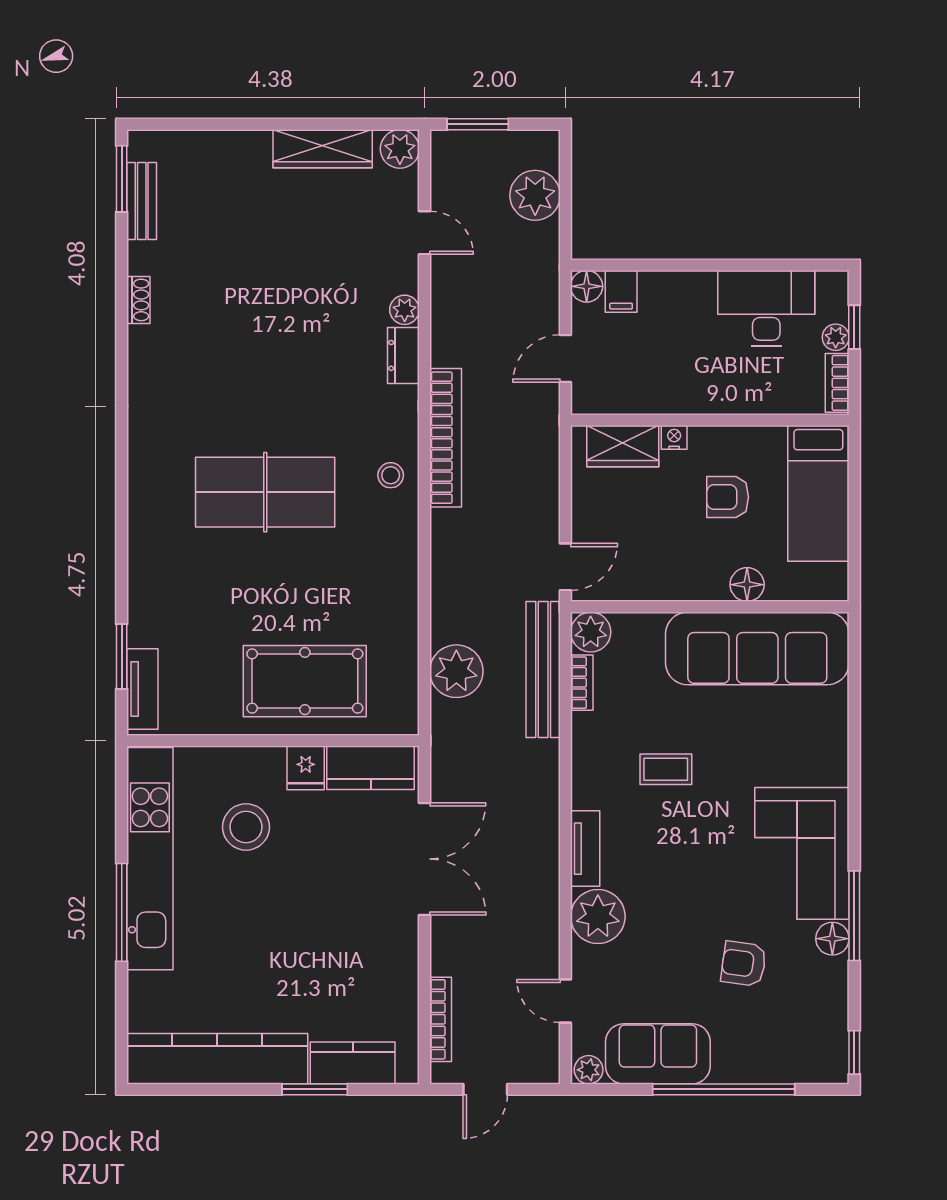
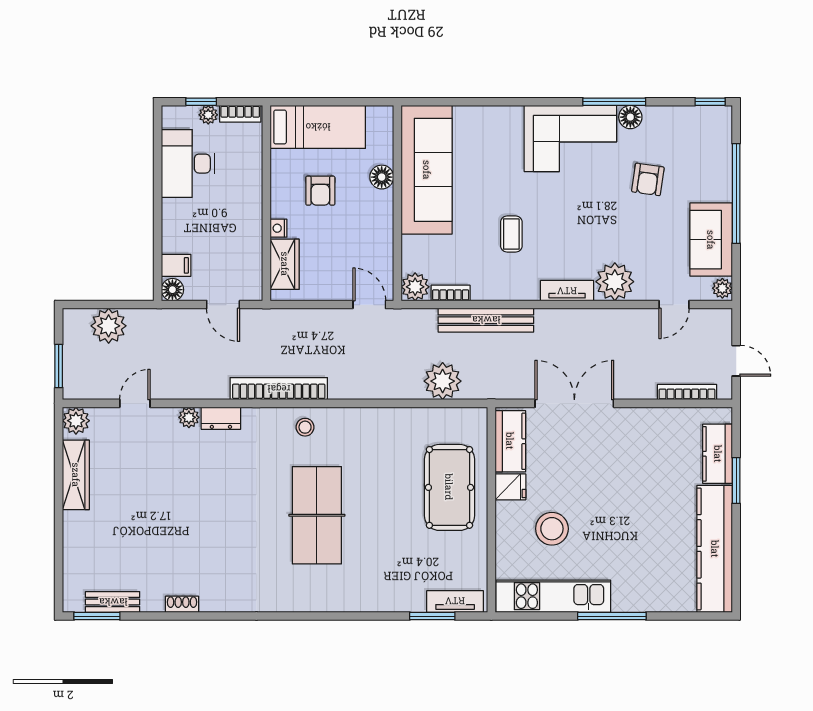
bench: (543, 669) -> (486, 320), moved
kitchen unit: (150, 859) -> (553, 596), width x0.73

